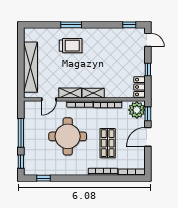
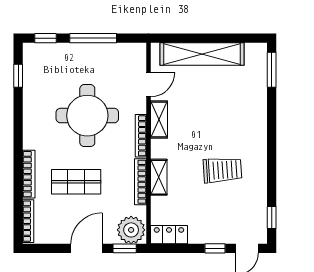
window: (71, 25) -> (272, 70), moved
trolley: (71, 46) -> (222, 170), moved, turned -94
window: (148, 70) -> (215, 248), moved
shelving: (93, 93) -> (159, 177), moved
door: (49, 99) -> (148, 85), swing flipped
door: (148, 137) -> (87, 248), hinge flipped

